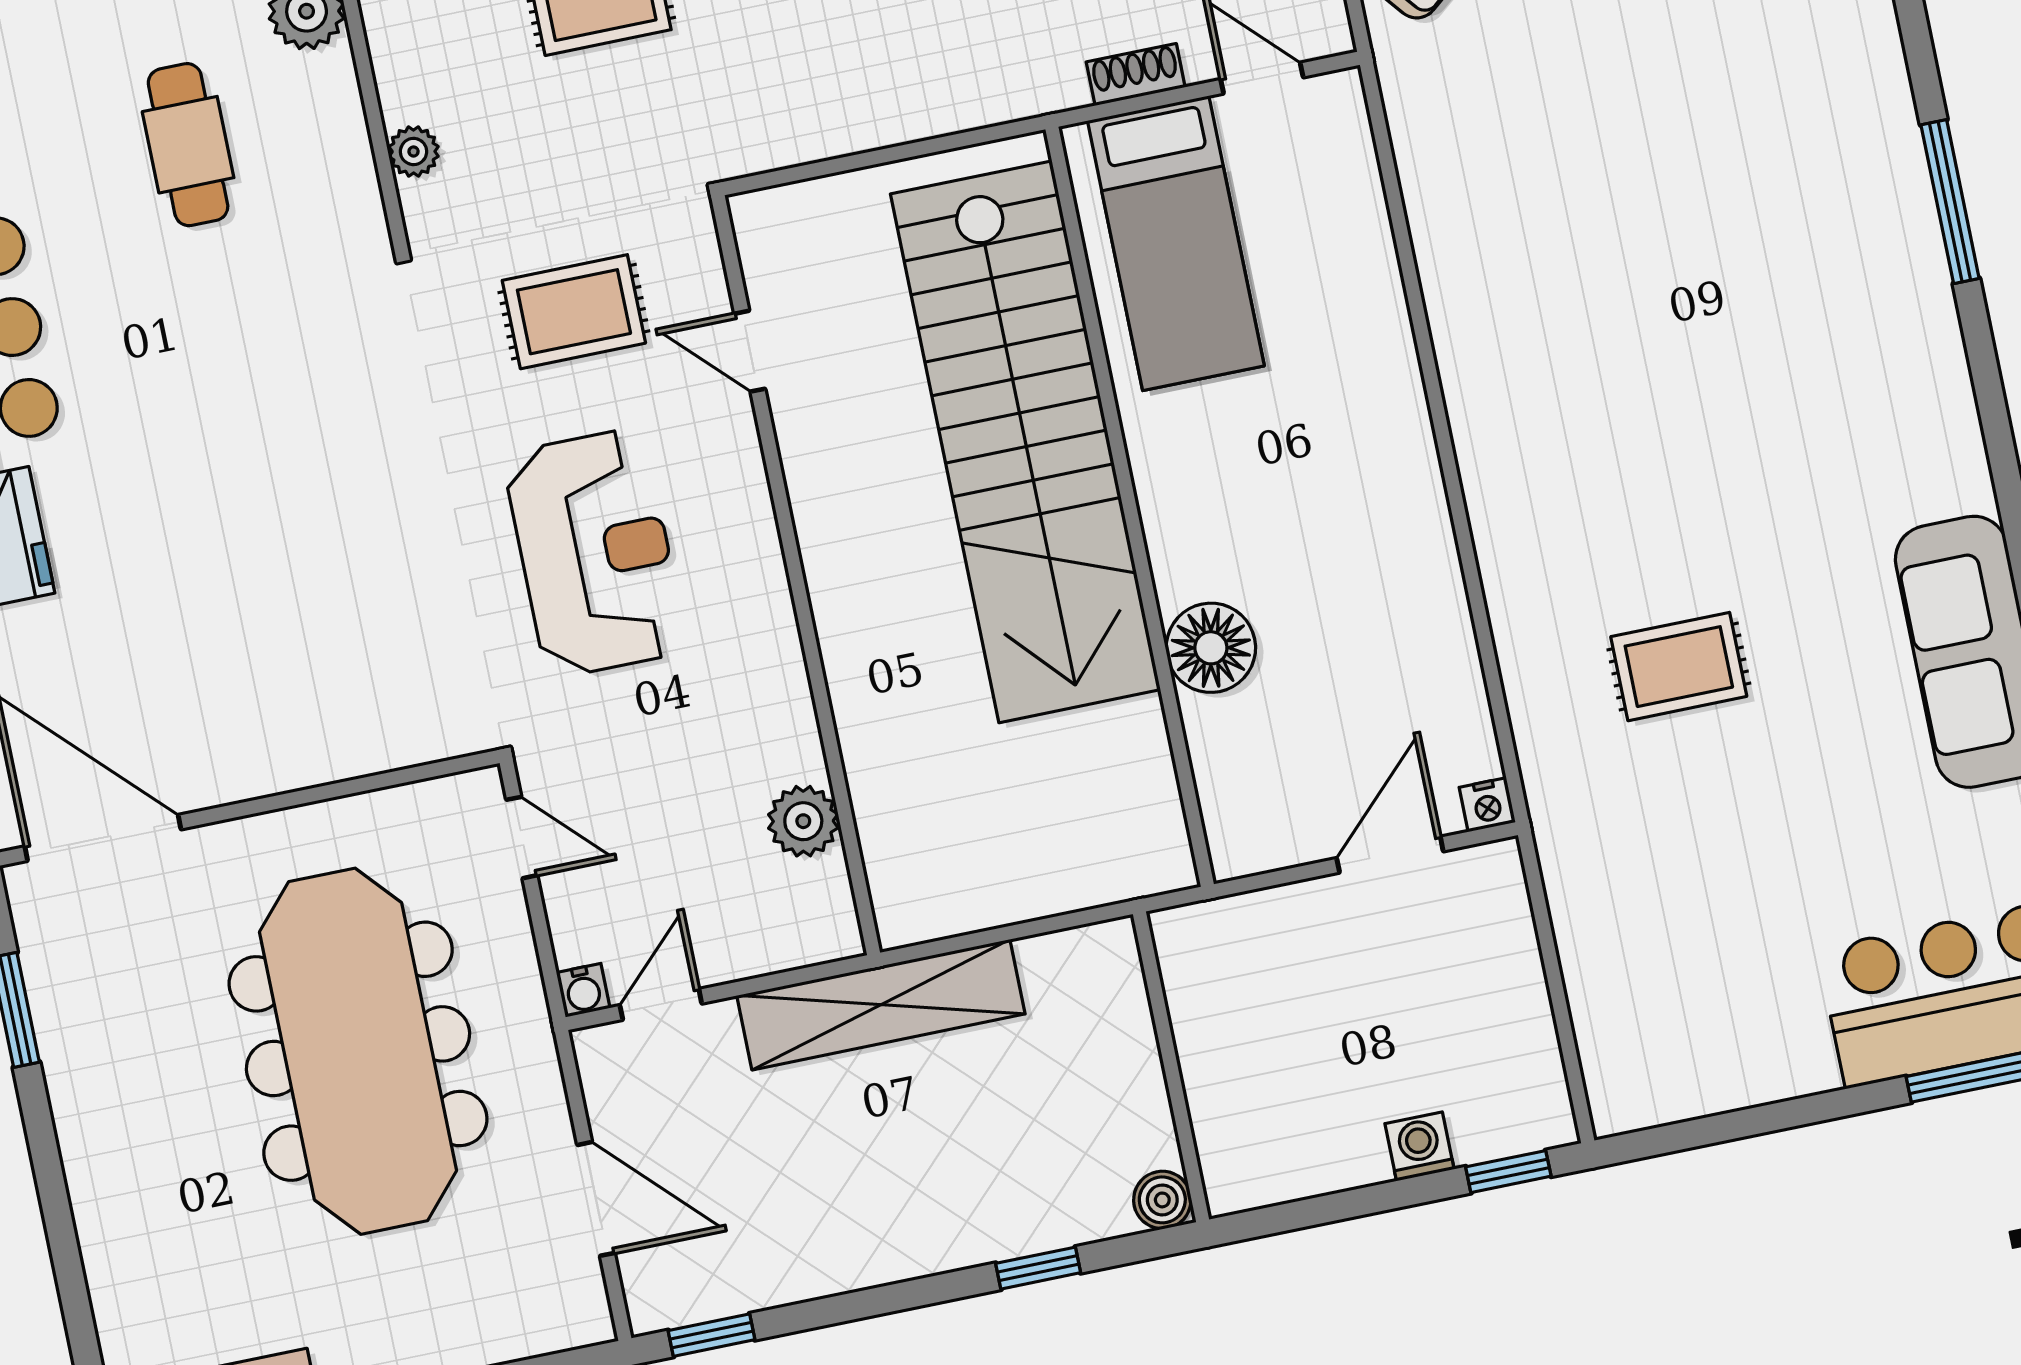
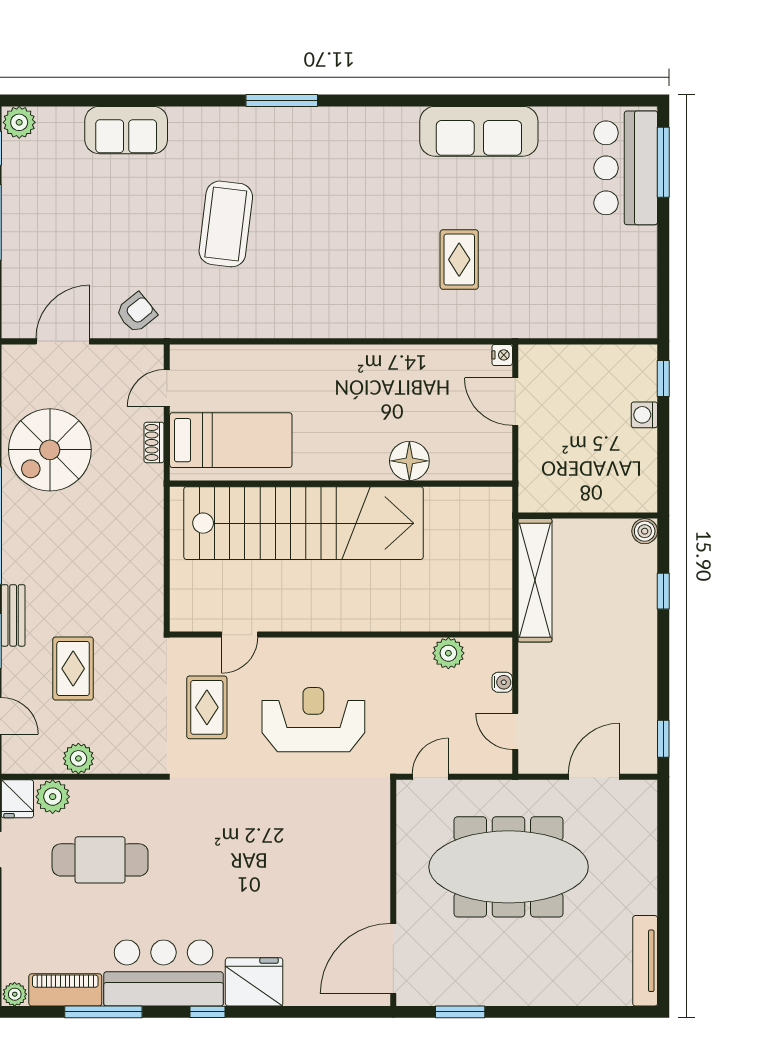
coffee table: (1652, 134) -> (226, 224), added
cafe table: (188, 145) -> (100, 860), width x1.37, depth x1.35
plant: (414, 152) -> (78, 758), moved, width x1.38, depth x1.38
water cooler: (583, 990) -> (502, 682), moved
shelving: (881, 1005) -> (535, 580), moved

